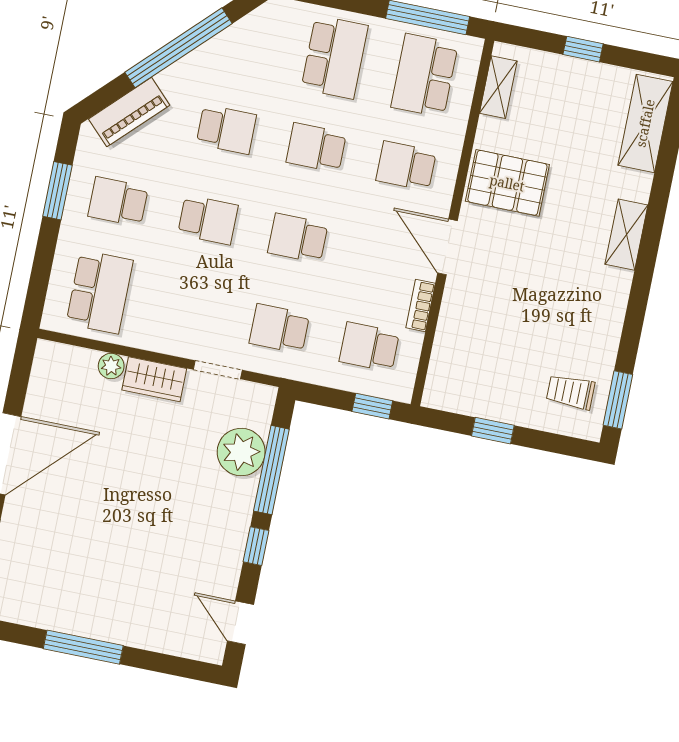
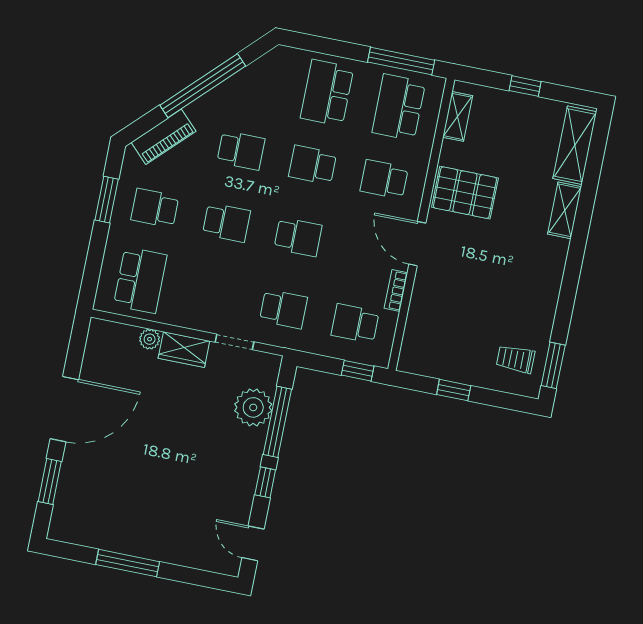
school desk: (335, 57) -> (327, 93), turned 180
shelving: (626, 235) -> (565, 210), moved
school desk: (298, 238) -> (298, 237), turned 180
school desk: (279, 329) -> (284, 309), turned 180

